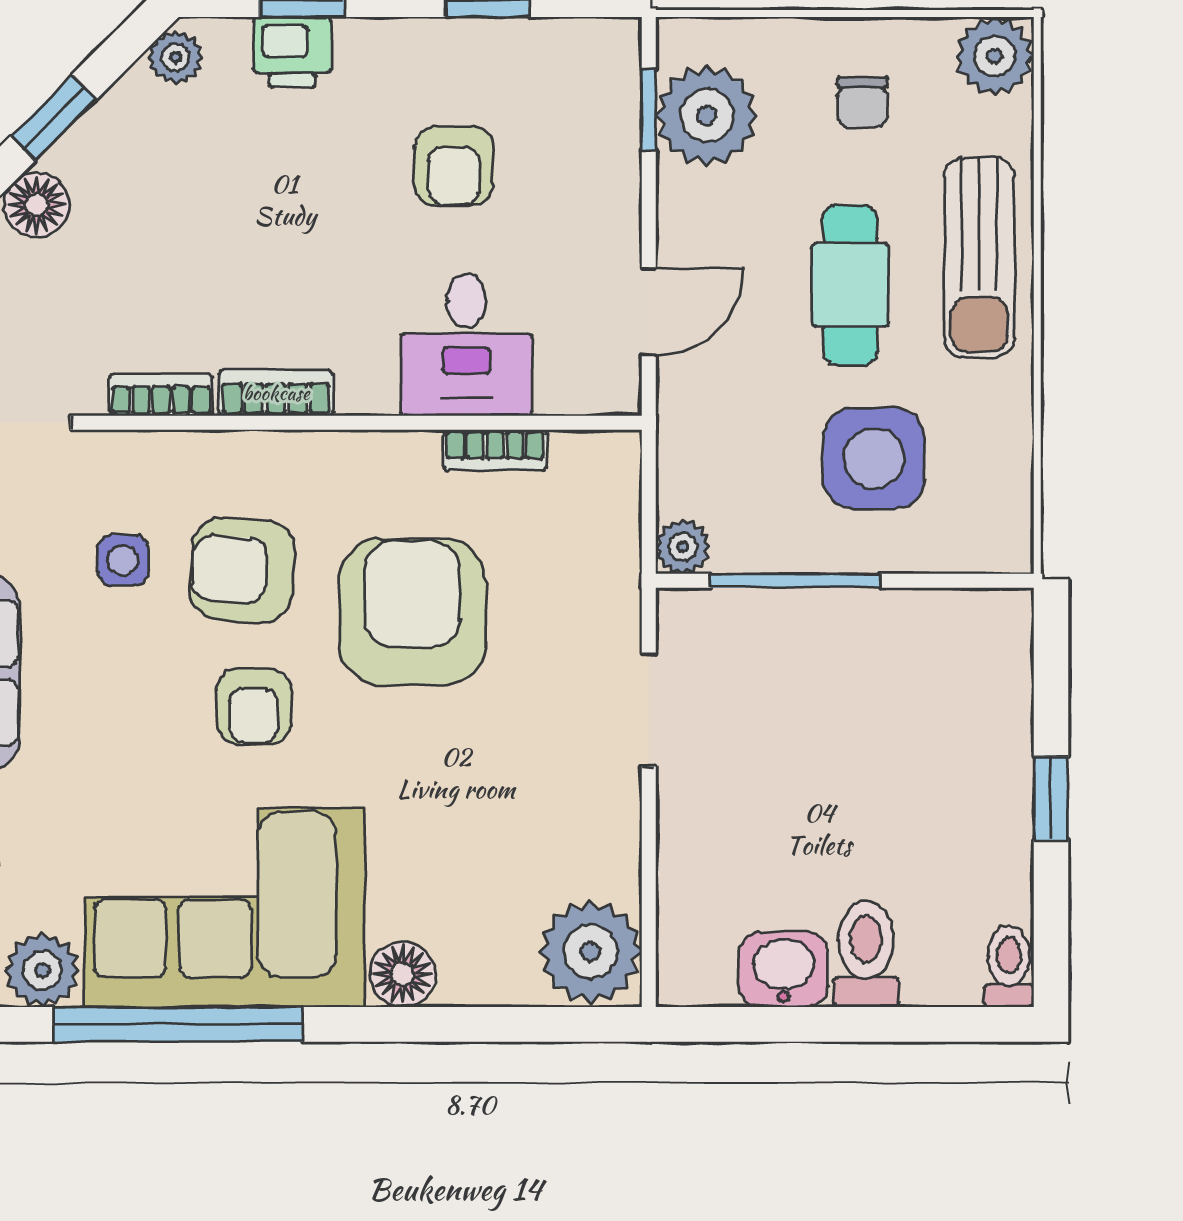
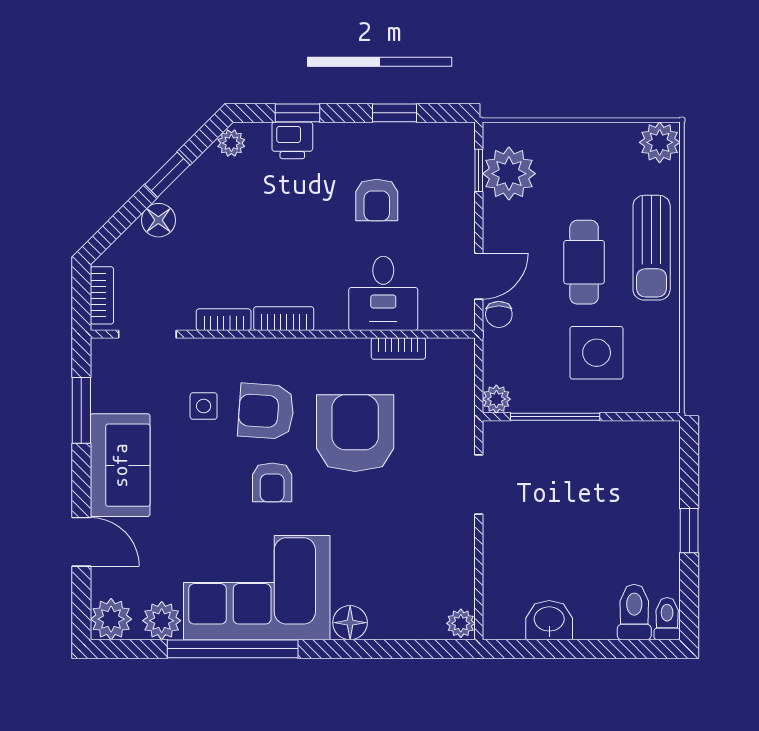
chair: (862, 102) -> (499, 314), moved
plant: (590, 952) -> (461, 623), width x0.53, depth x0.53
toilet: (866, 954) -> (634, 612), moved

